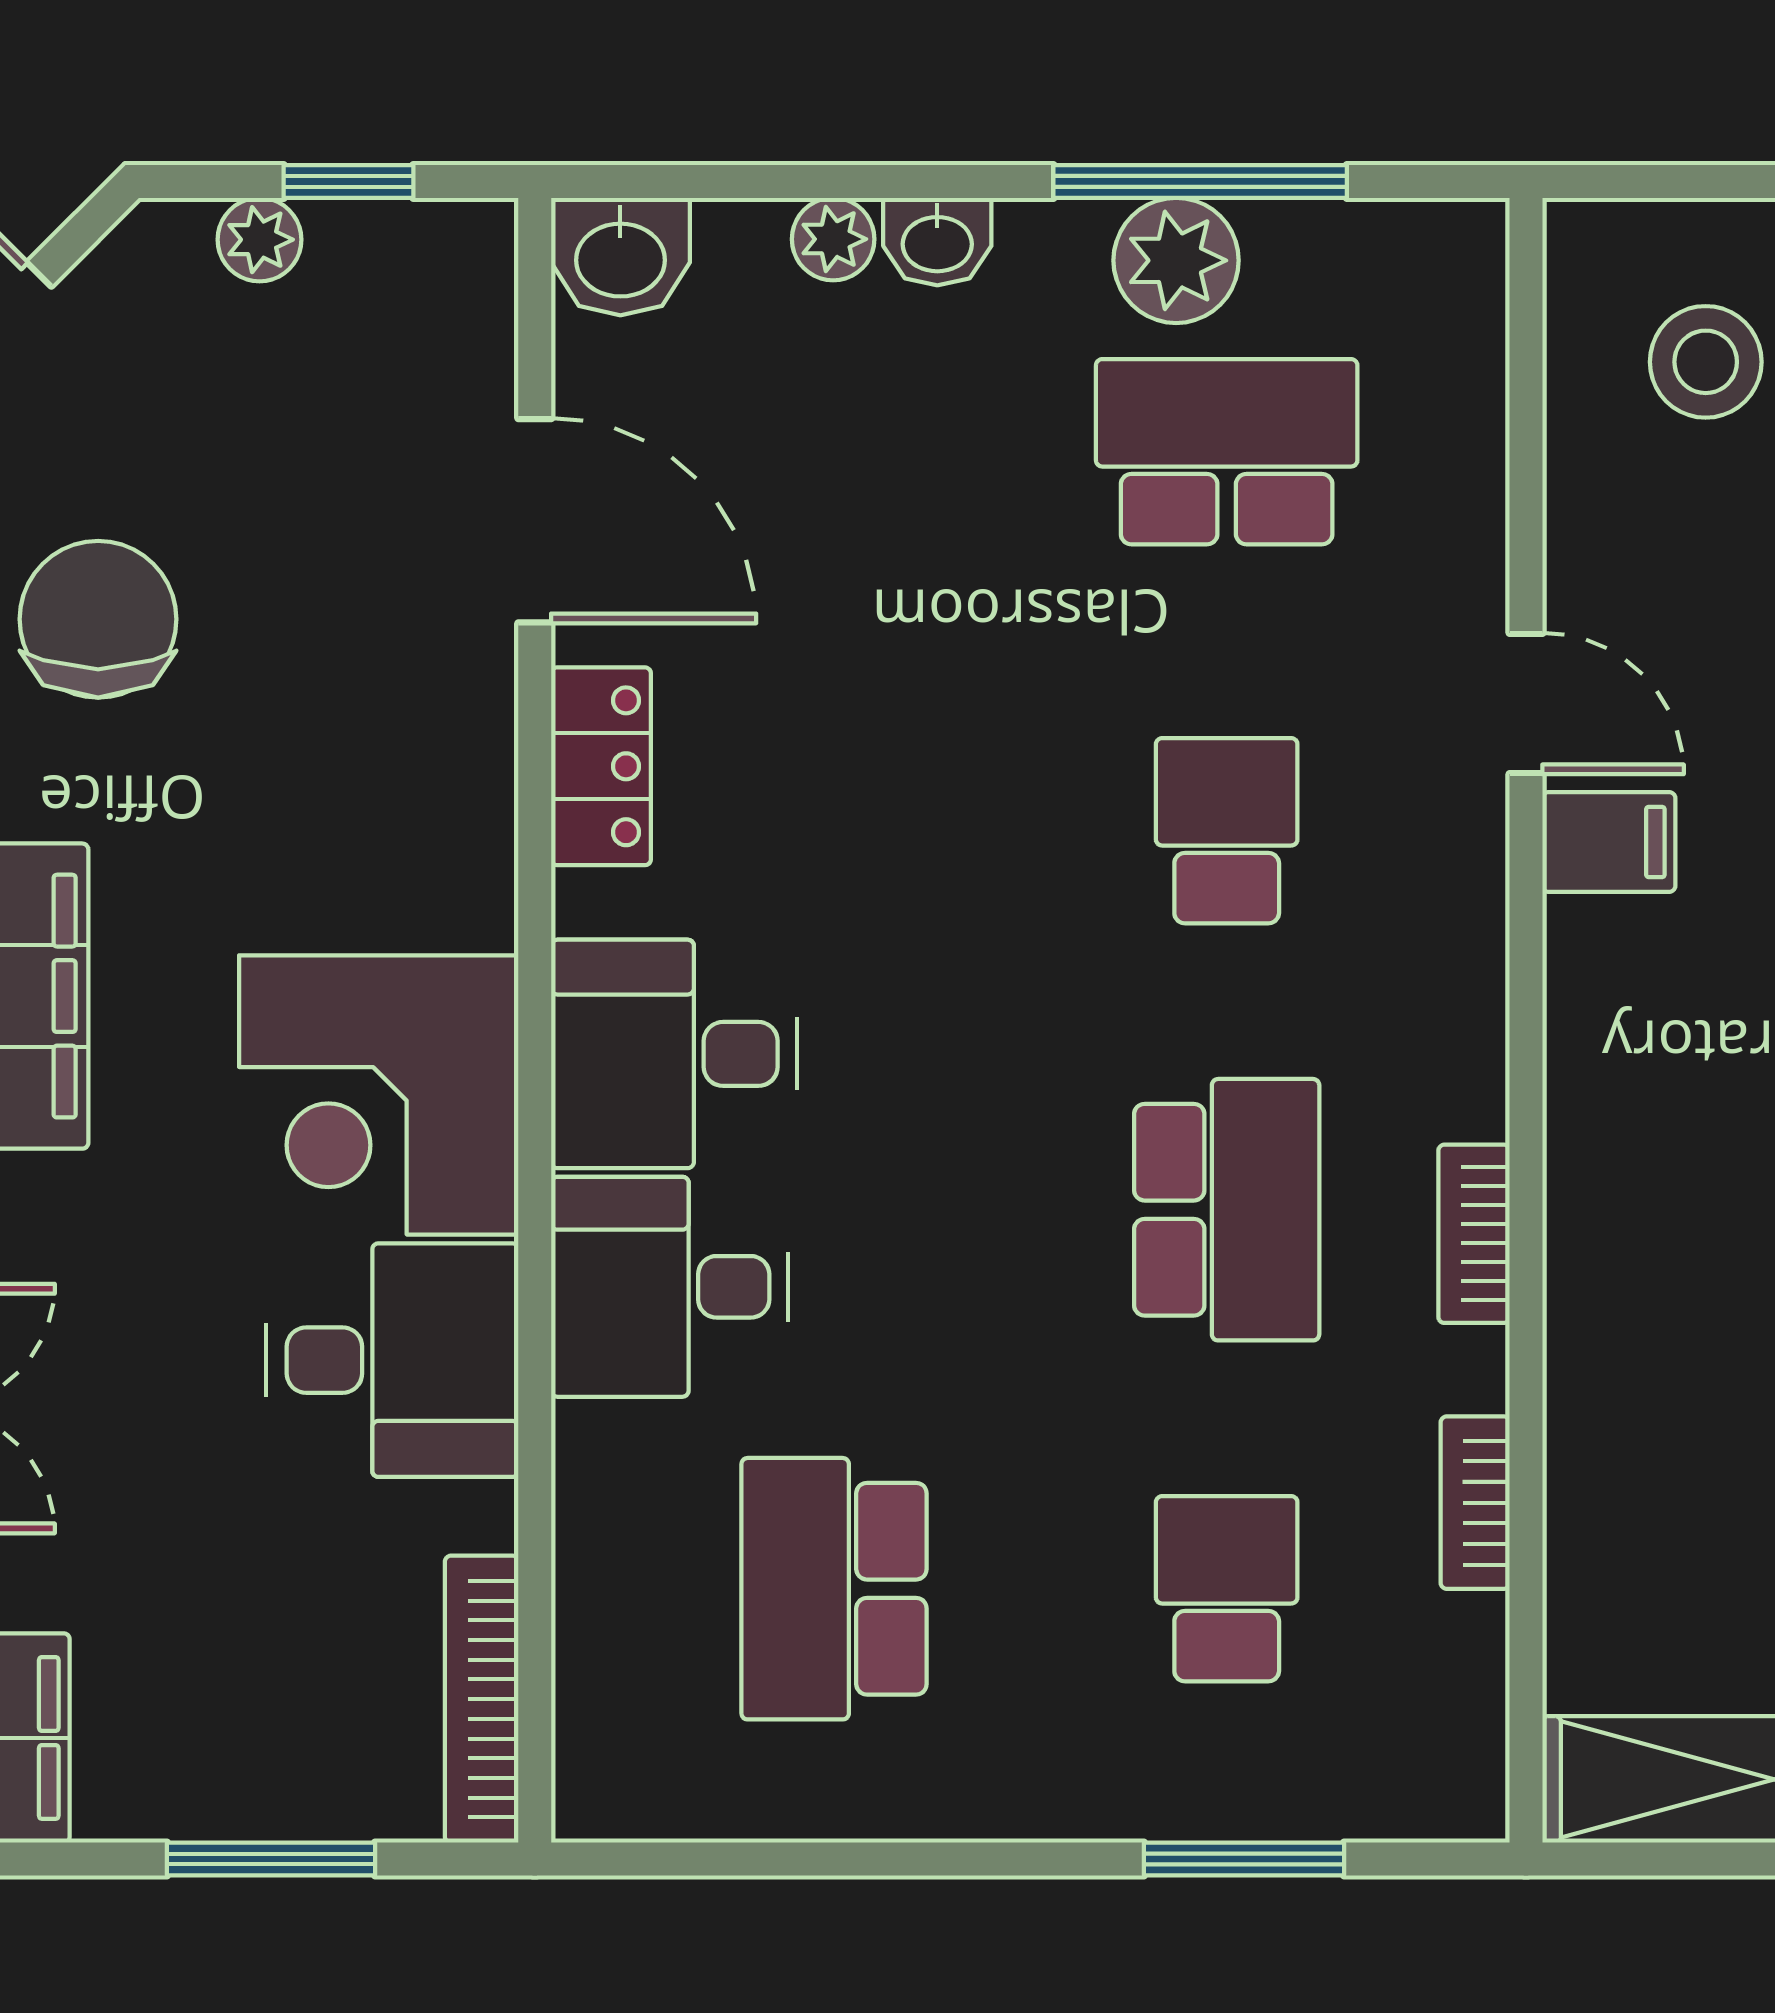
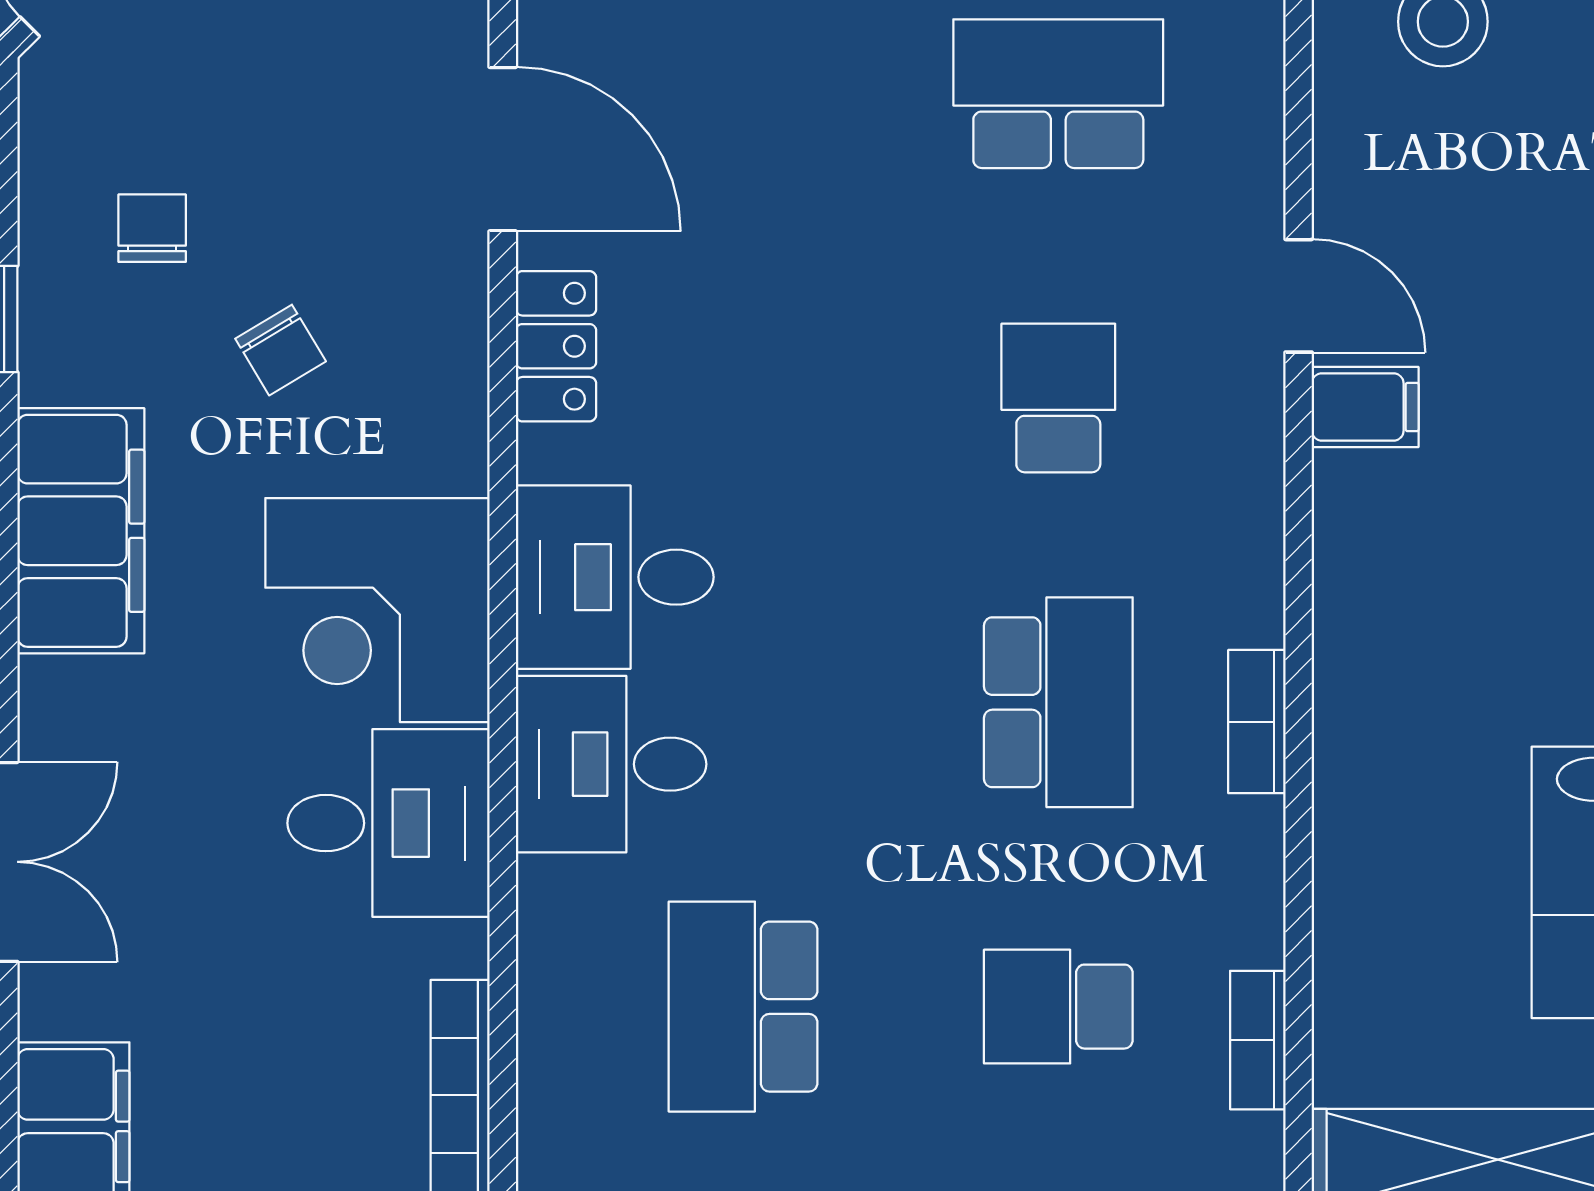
chair: (98, 619) -> (152, 228), width x0.54, depth x0.54
chair: (258, 771) -> (281, 350), added
bookcase: (1475, 1503) -> (1258, 1040), moved
school desk: (1227, 1589) -> (1058, 1007), turned -90

